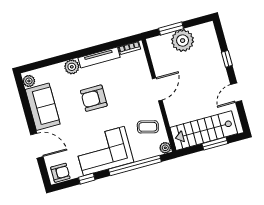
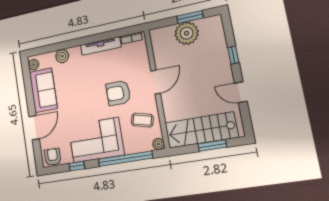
window: (171, 28) -> (190, 17), moved
plant: (72, 67) -> (62, 56), moved
door: (236, 93) -> (241, 92), hinge flipped
armchair: (94, 98) -> (118, 93), moved
door: (37, 146) -> (34, 128), hinge flipped
armchair: (60, 173) -> (53, 157), turned -90

